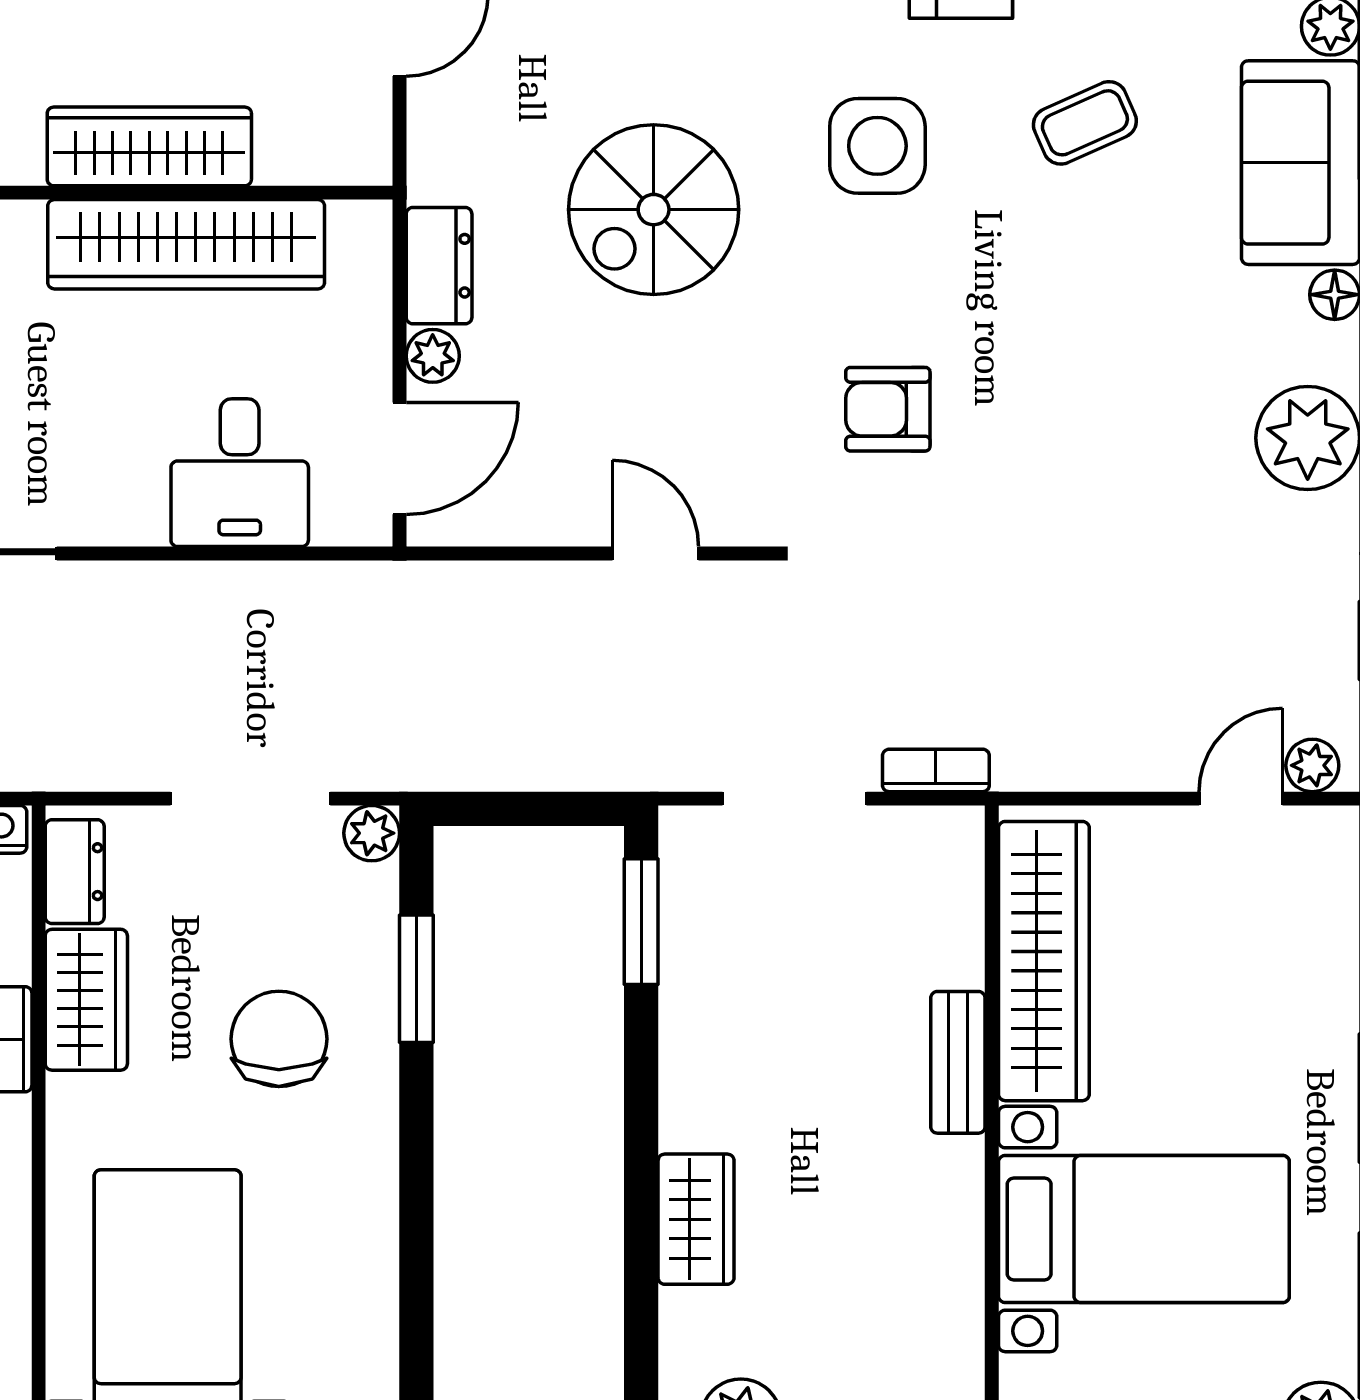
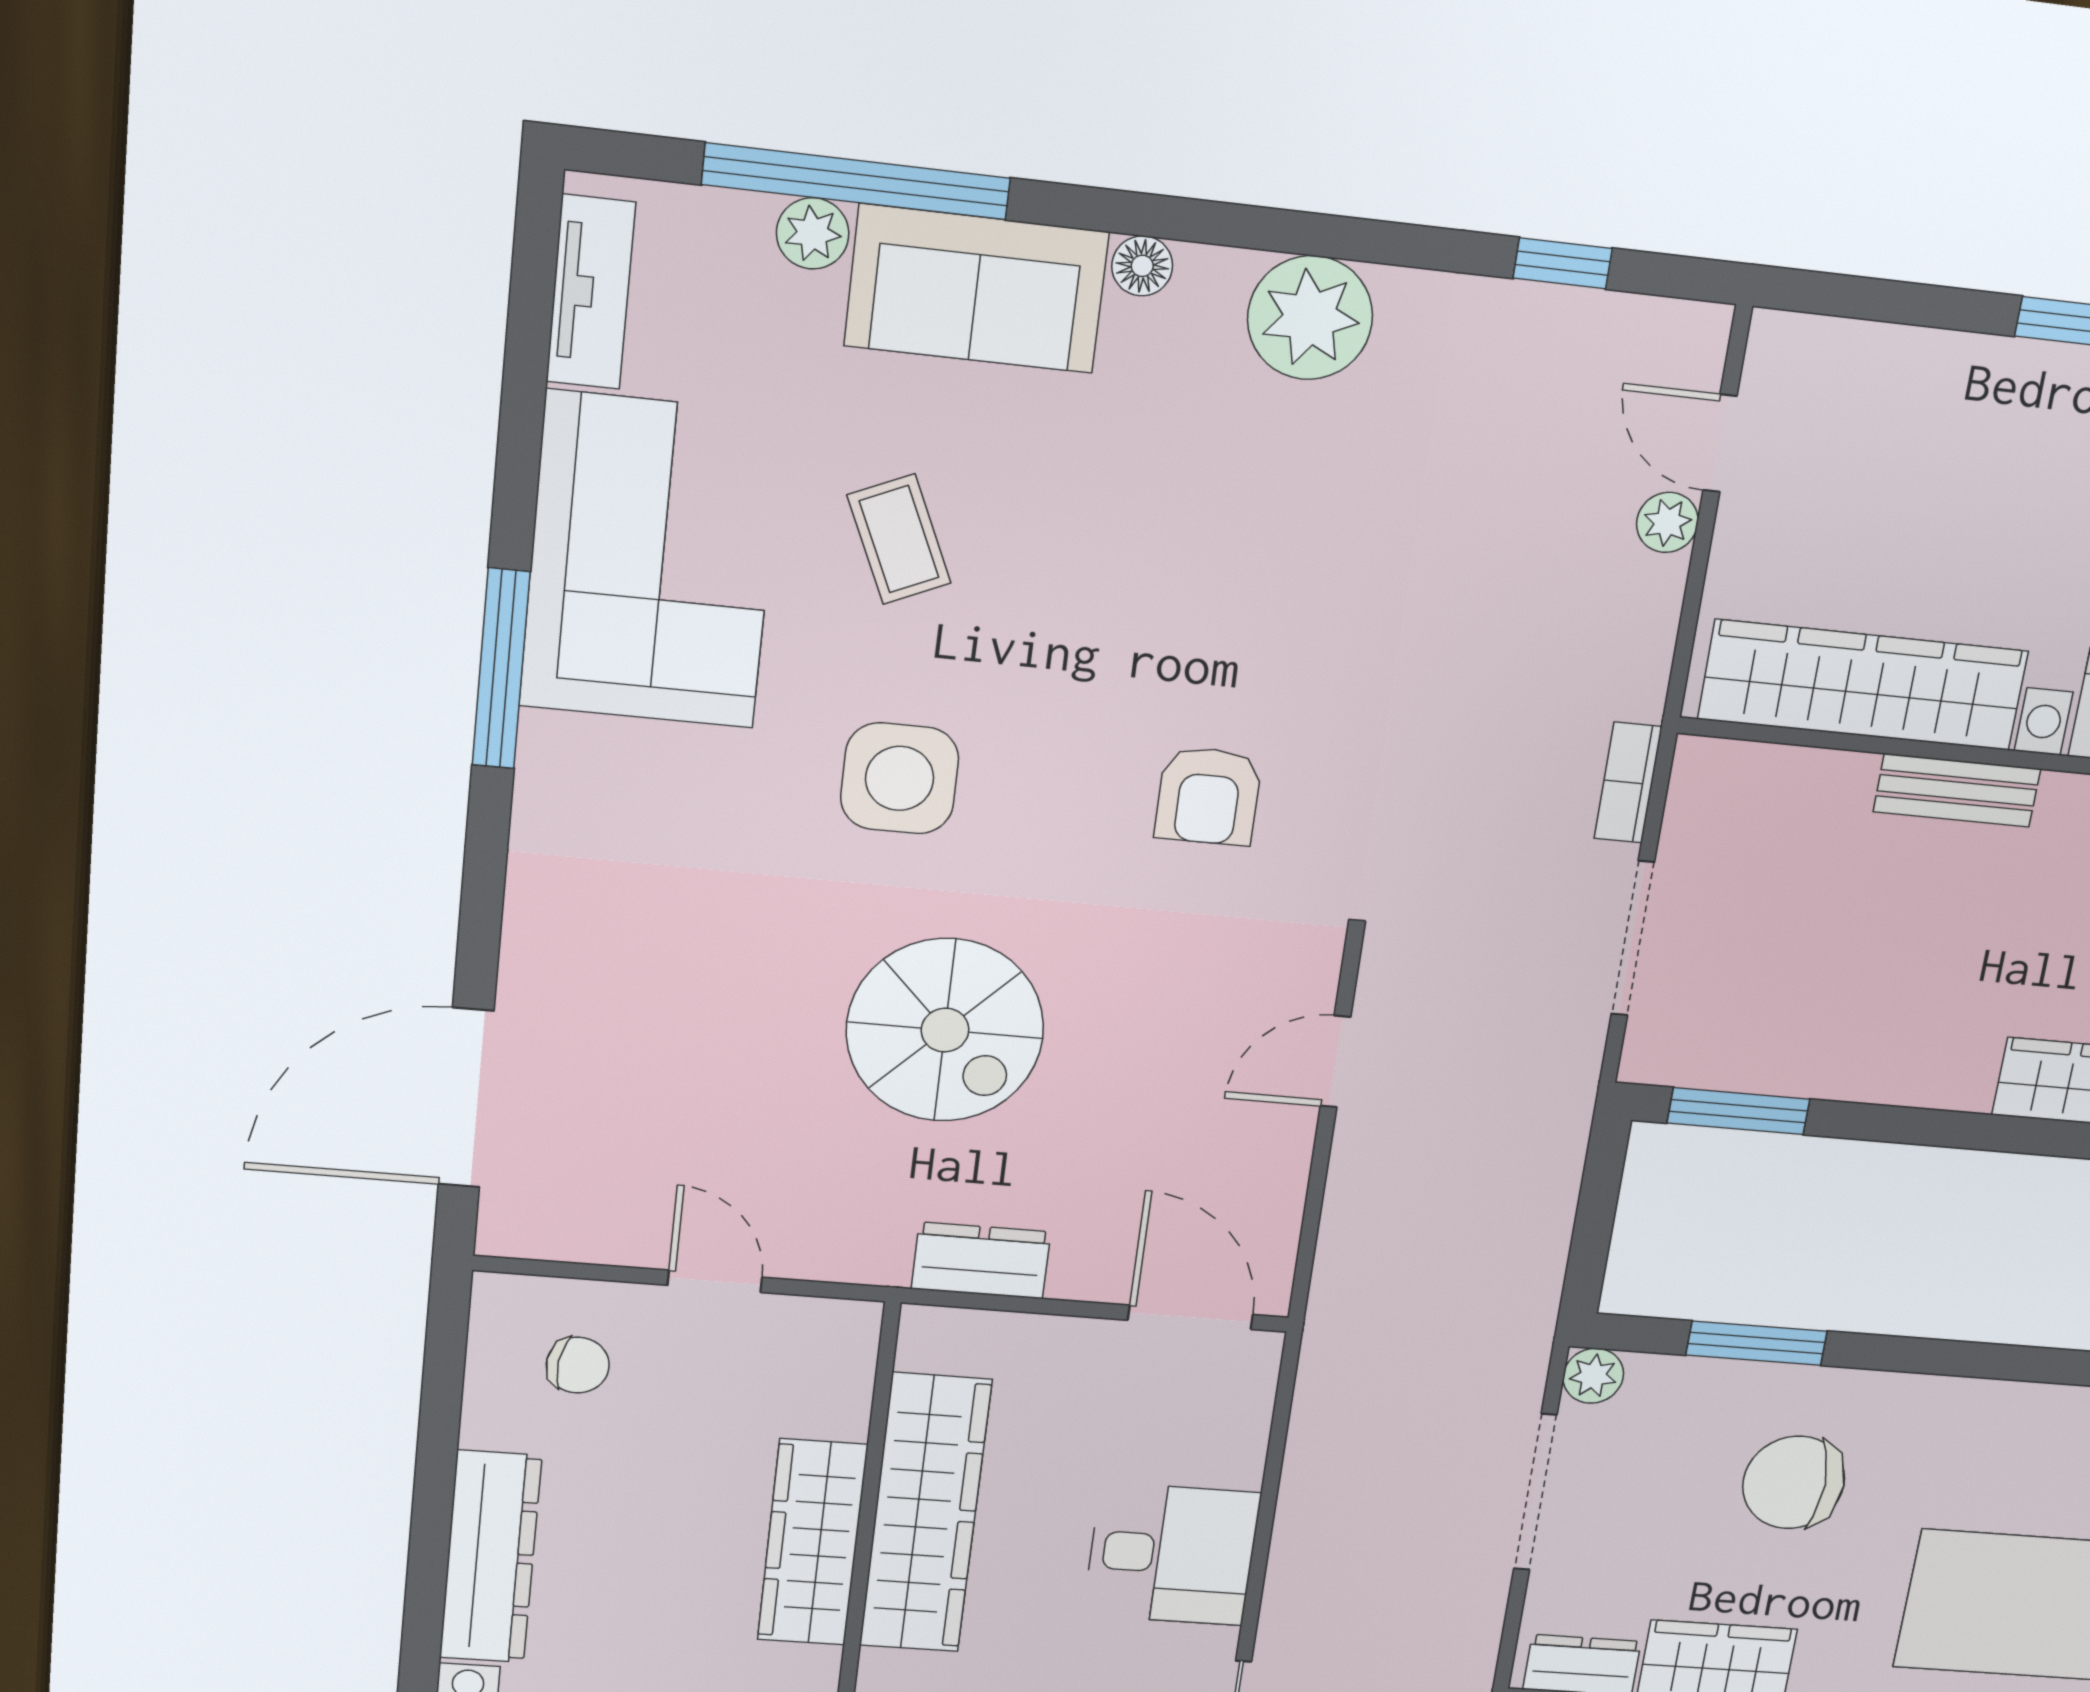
plant: (433, 356) -> (1081, 1275), removed
desk: (240, 473) -> (1172, 1554), moved
plant: (1312, 765) -> (1667, 522), moved

